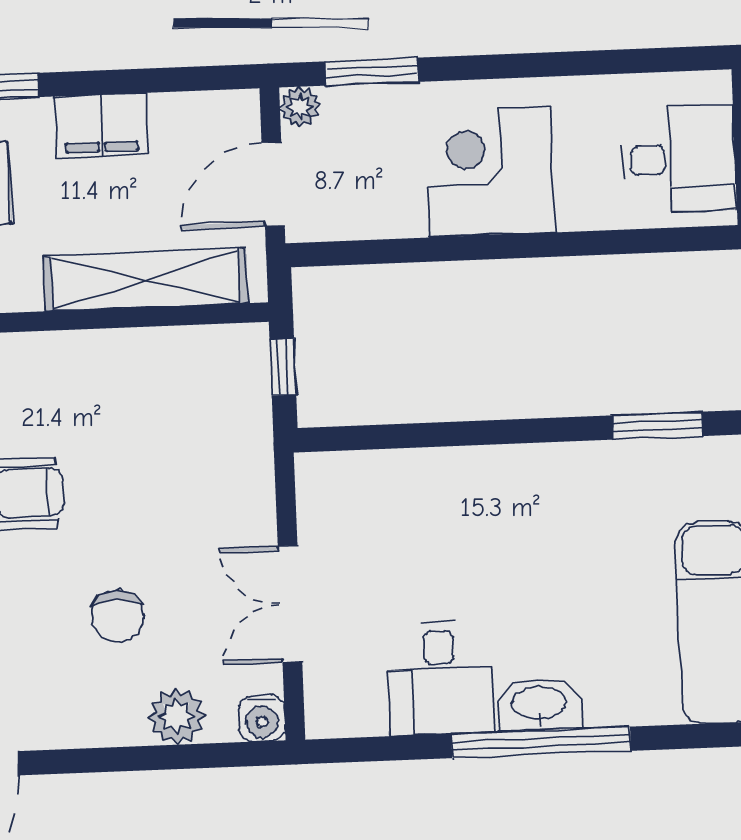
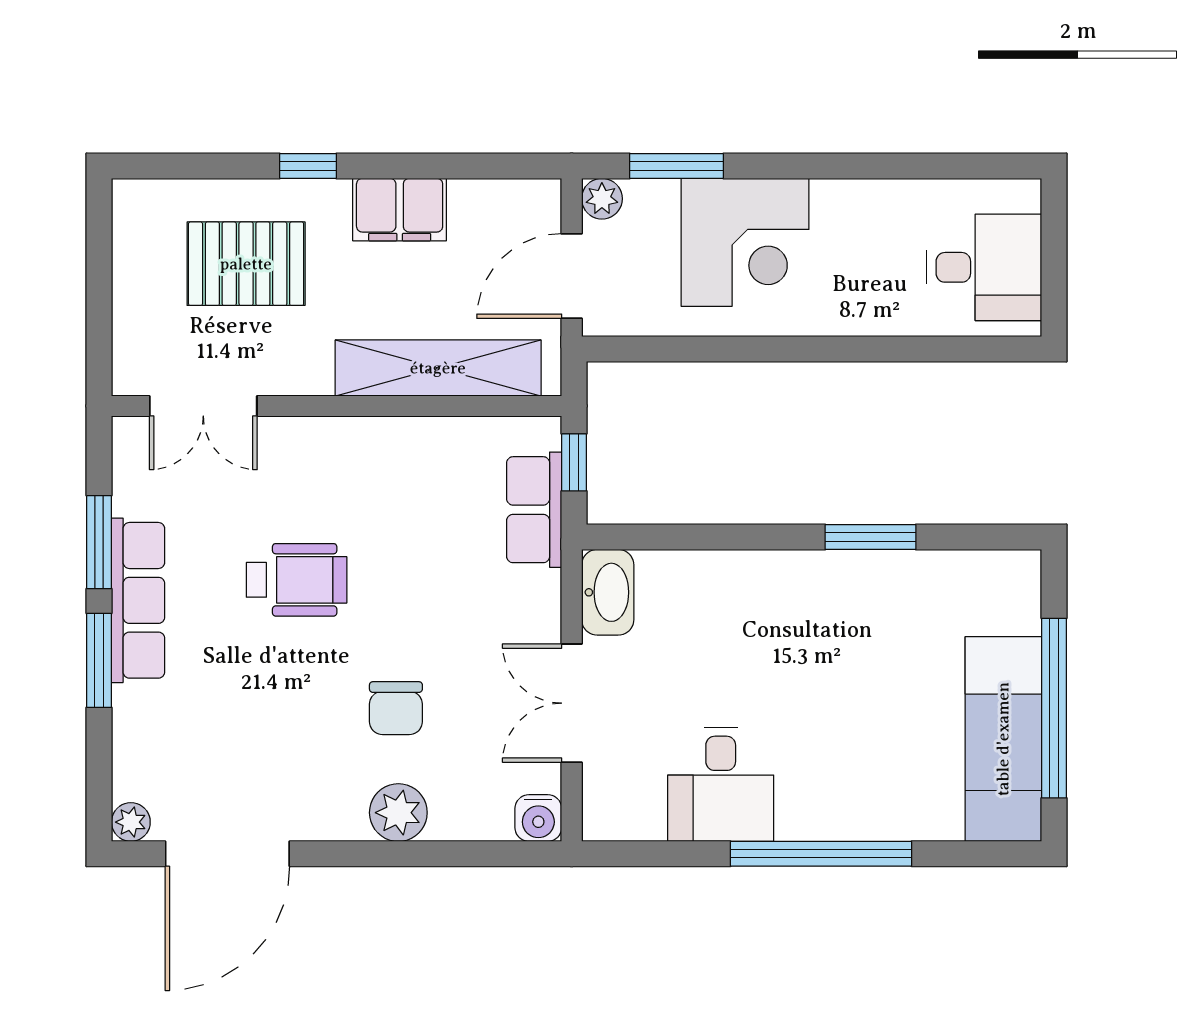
corner desk: (489, 172) -> (745, 242), moved, turned 180
row of seats: (246, 415) -> (534, 510), added
window: (657, 426) -> (871, 537), moved
washbasin: (539, 704) -> (608, 592), moved, turned 90
plant: (177, 716) -> (398, 813), moved

